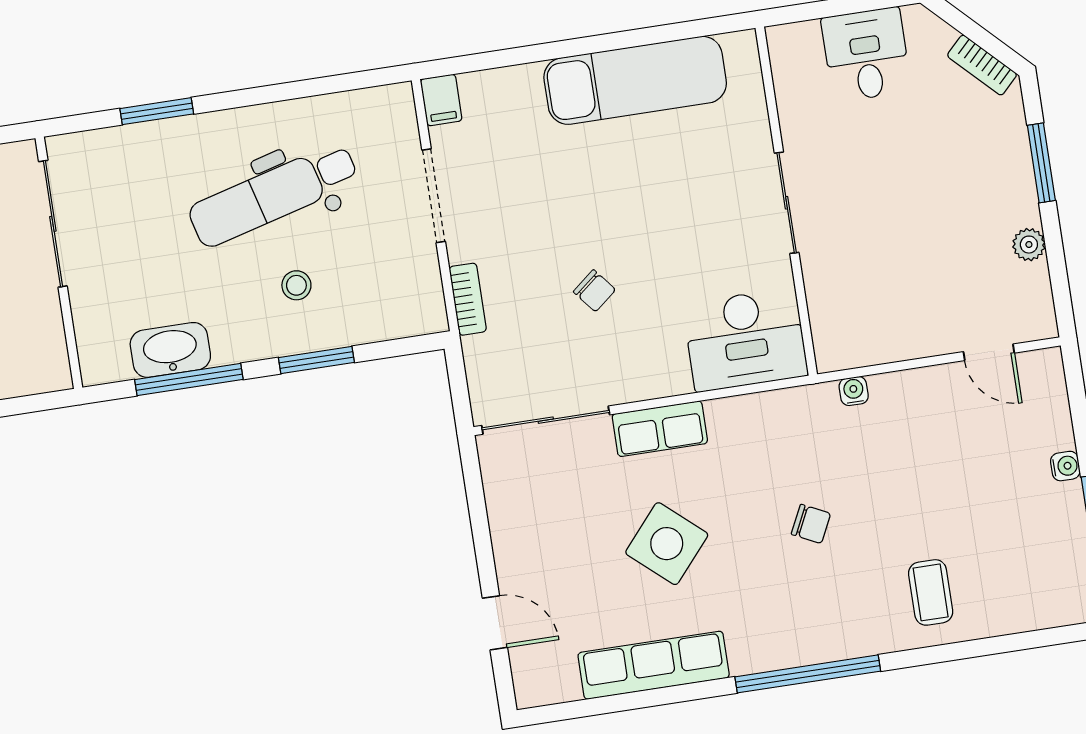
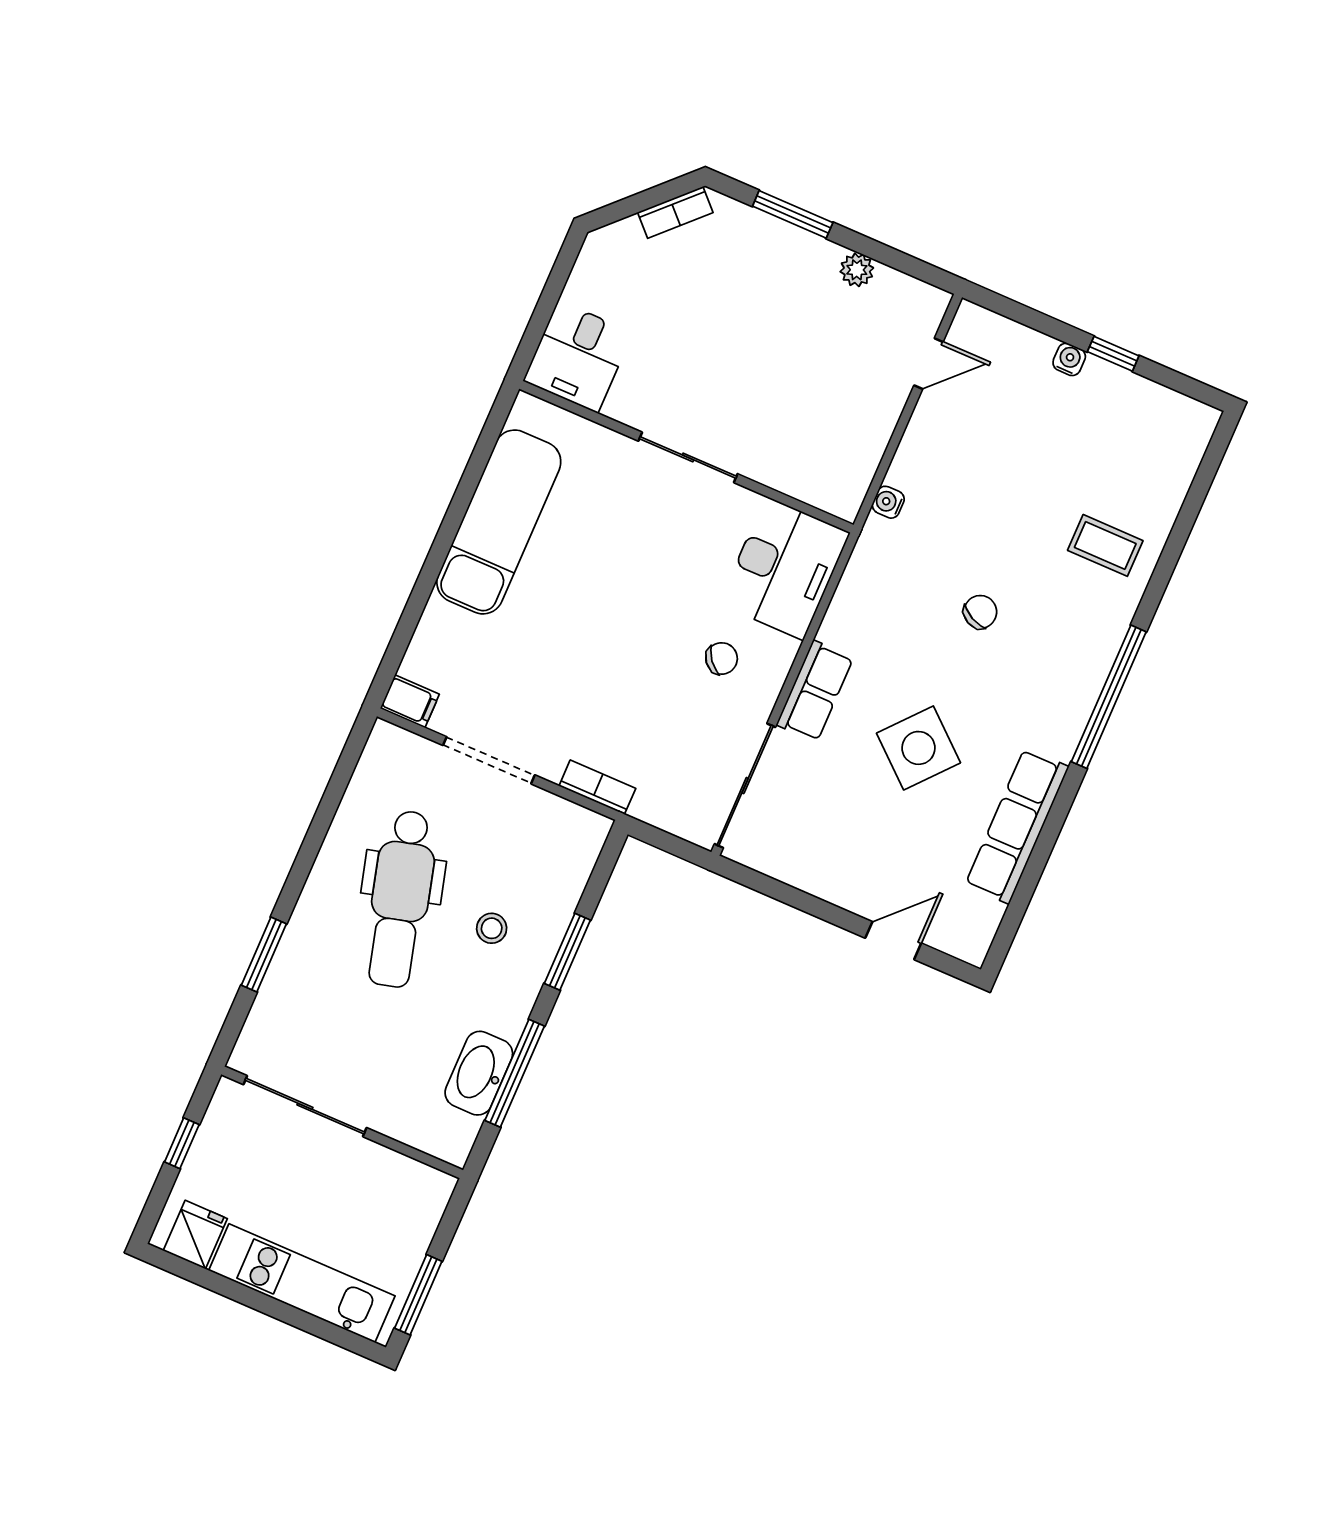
desk: (866, 55) -> (578, 357), moved, turned -90
chair: (594, 291) -> (722, 658), moved

